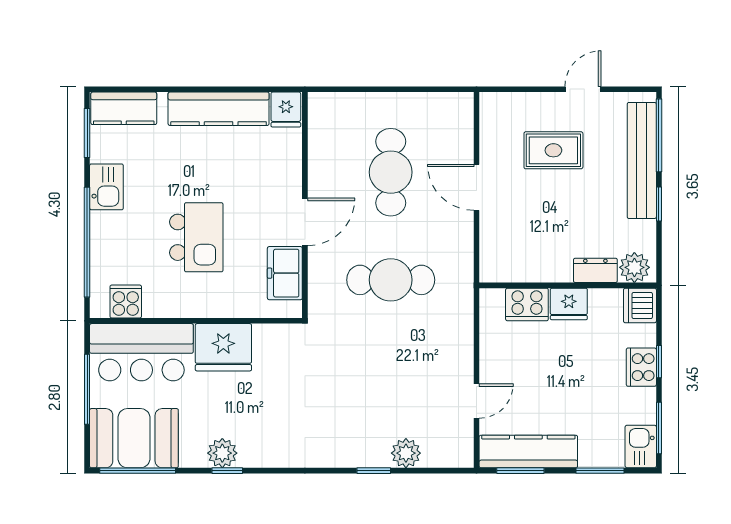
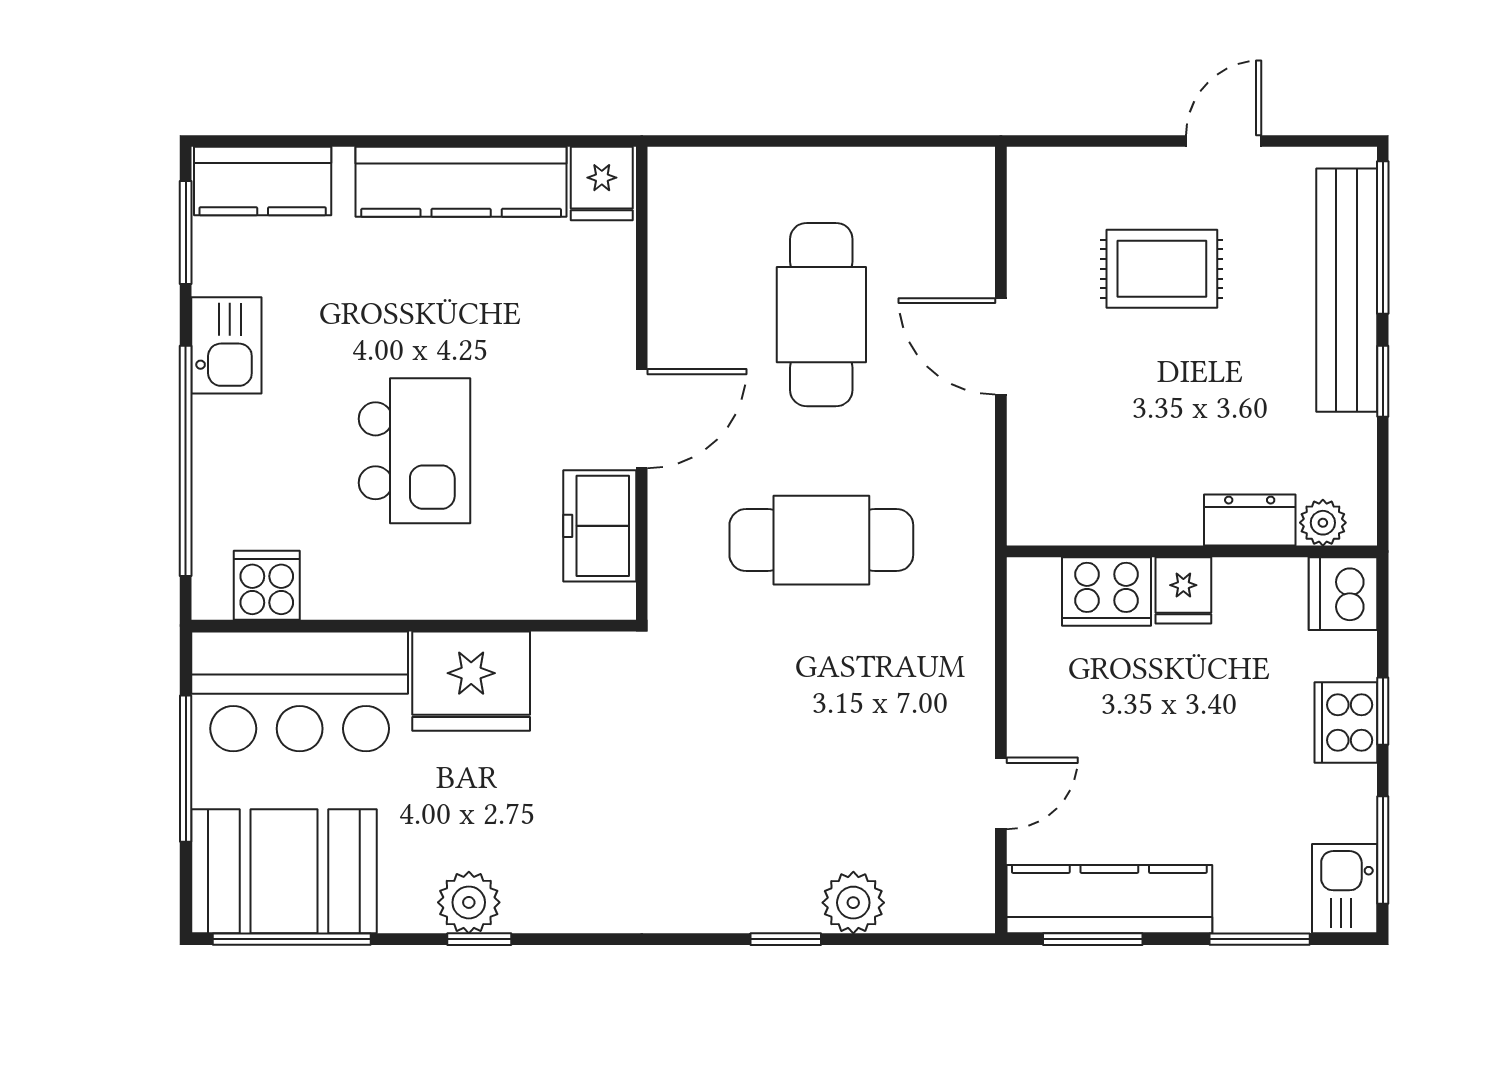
plant: (634, 267) -> (1323, 523), width x0.73, depth x0.73
fridge: (569, 304) -> (1183, 590), width x0.72

